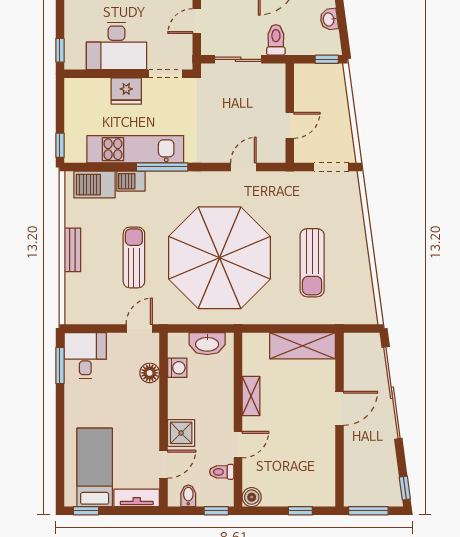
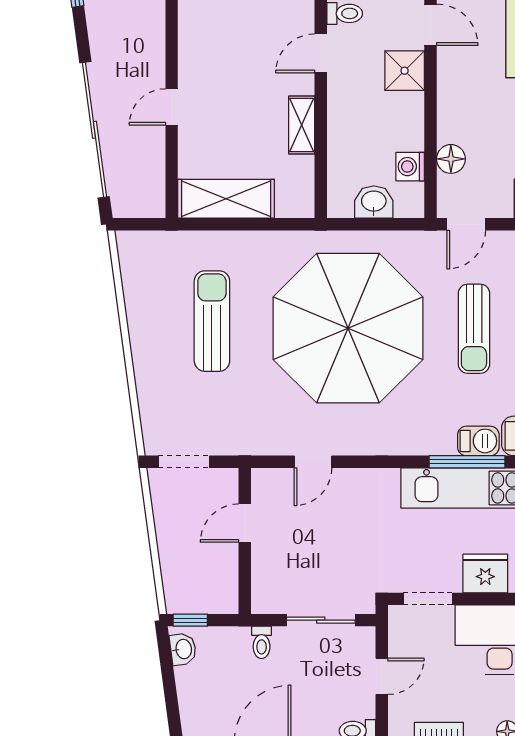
washbasin: (329, 19) -> (183, 649), moved
toilet: (276, 40) -> (262, 642), width x0.73, depth x0.72
window: (162, 167) -> (467, 462), moved
washbasin: (207, 344) -> (374, 202), width x0.72
door: (340, 408) -> (172, 107), width x0.73
door: (164, 464) -> (430, 25), swing flipped

